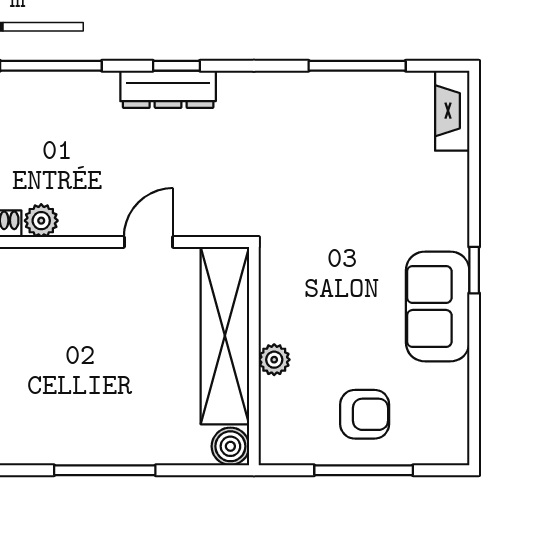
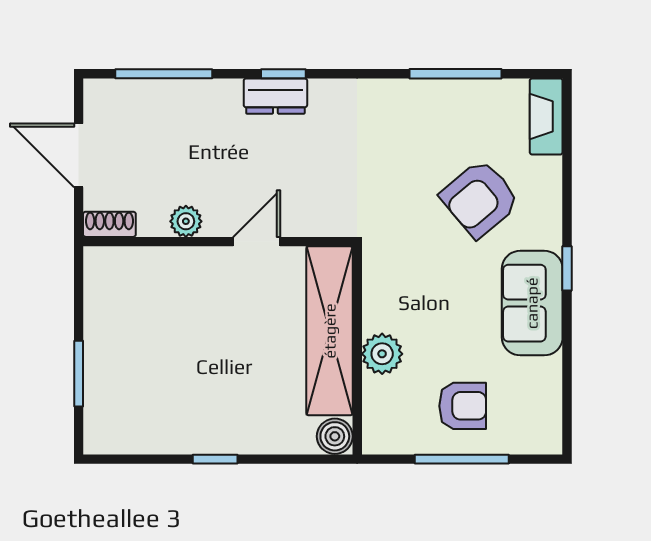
dresser: (168, 89) -> (275, 96), width x0.70
armchair: (383, 197) -> (480, 199), added
plant: (41, 221) -> (186, 221), moved
plant: (274, 360) -> (382, 354), width x1.38, depth x1.38
window: (105, 470) -> (215, 459), width x0.46

